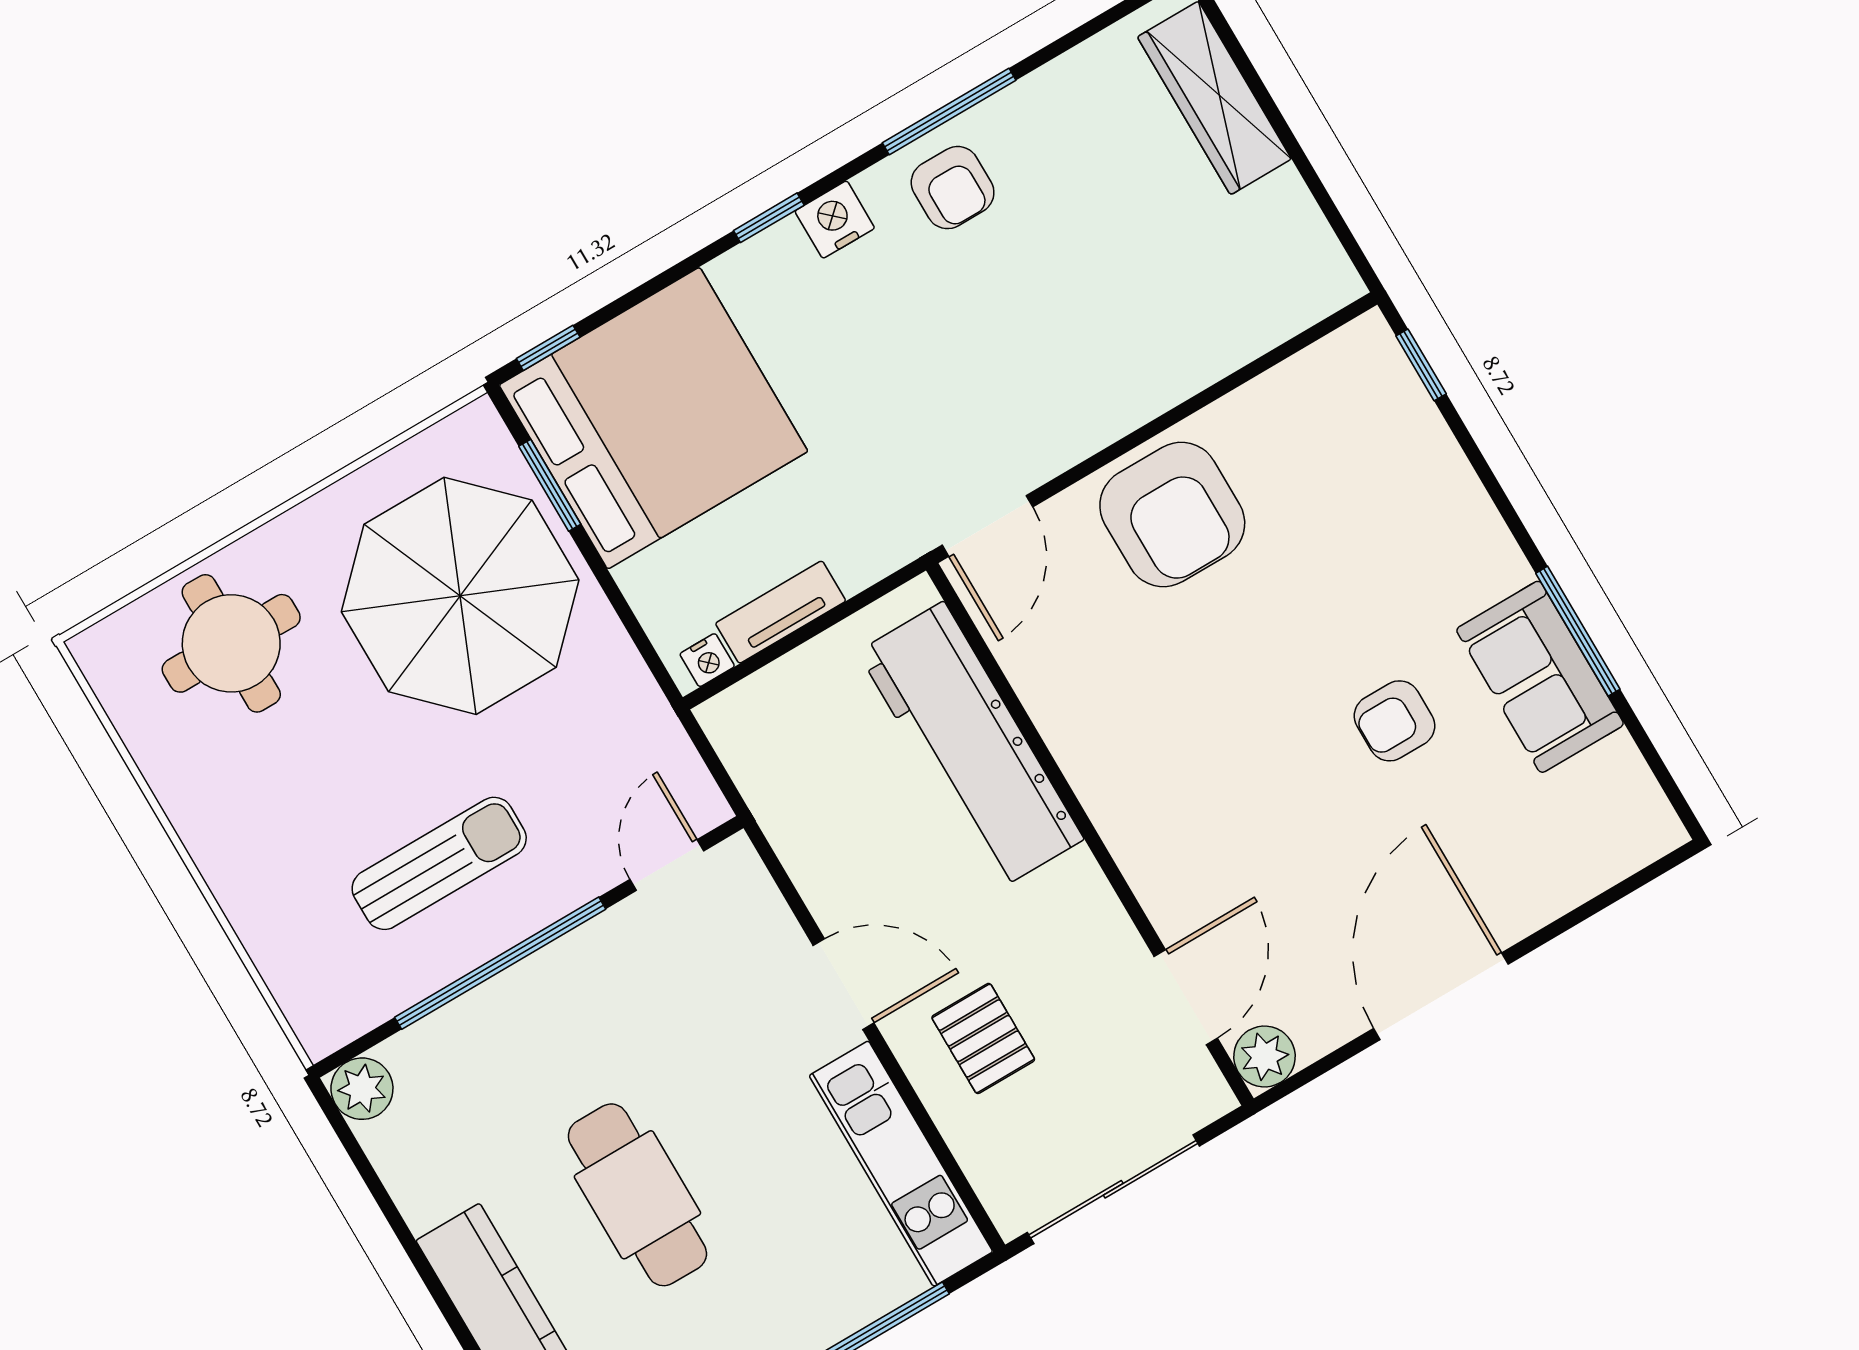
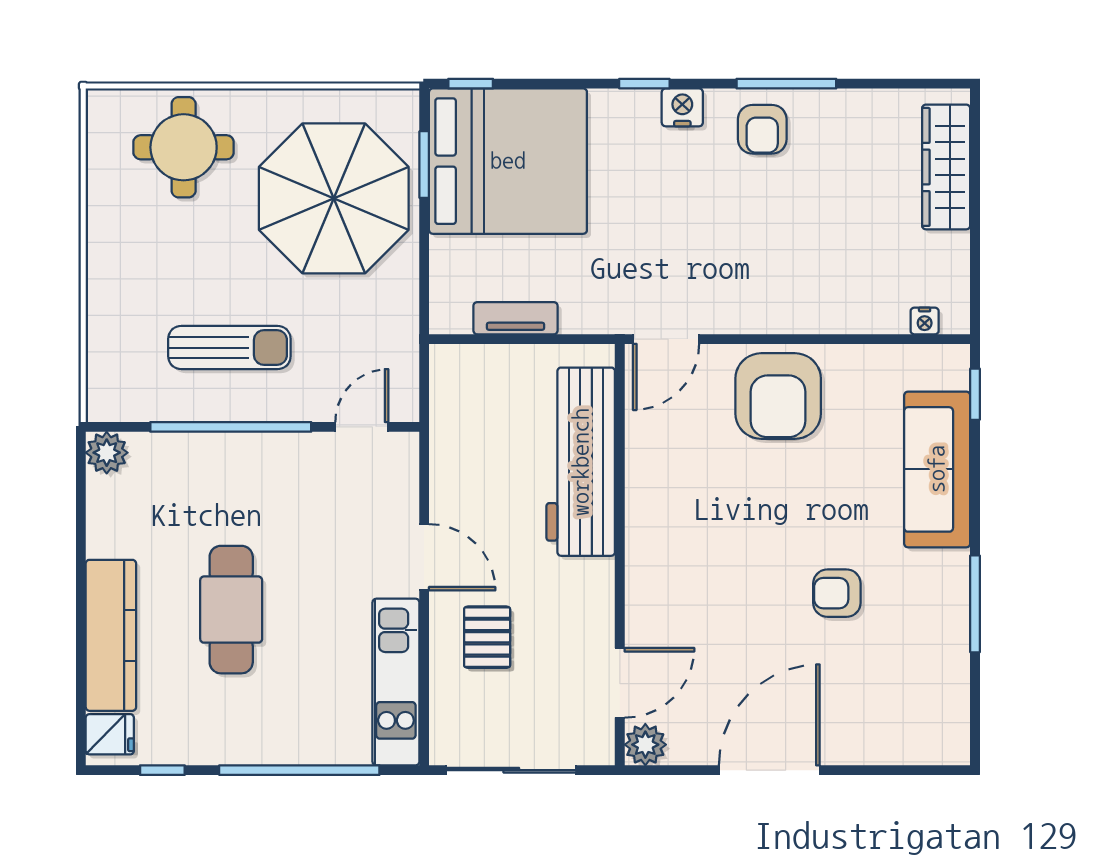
nightstand: (707, 660) -> (925, 321), moved
sofa: (1540, 677) -> (937, 469), moved, width x1.36

